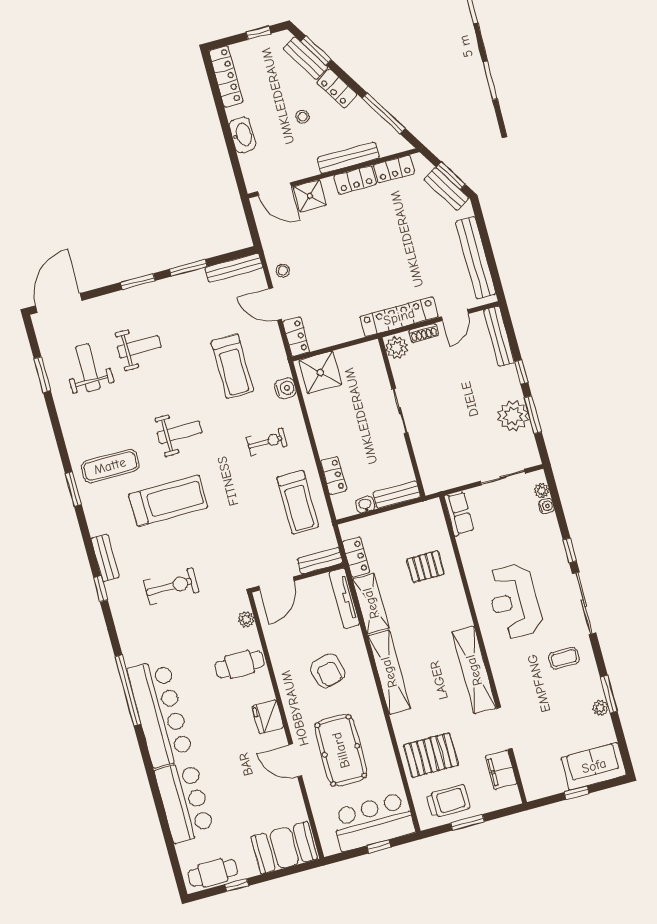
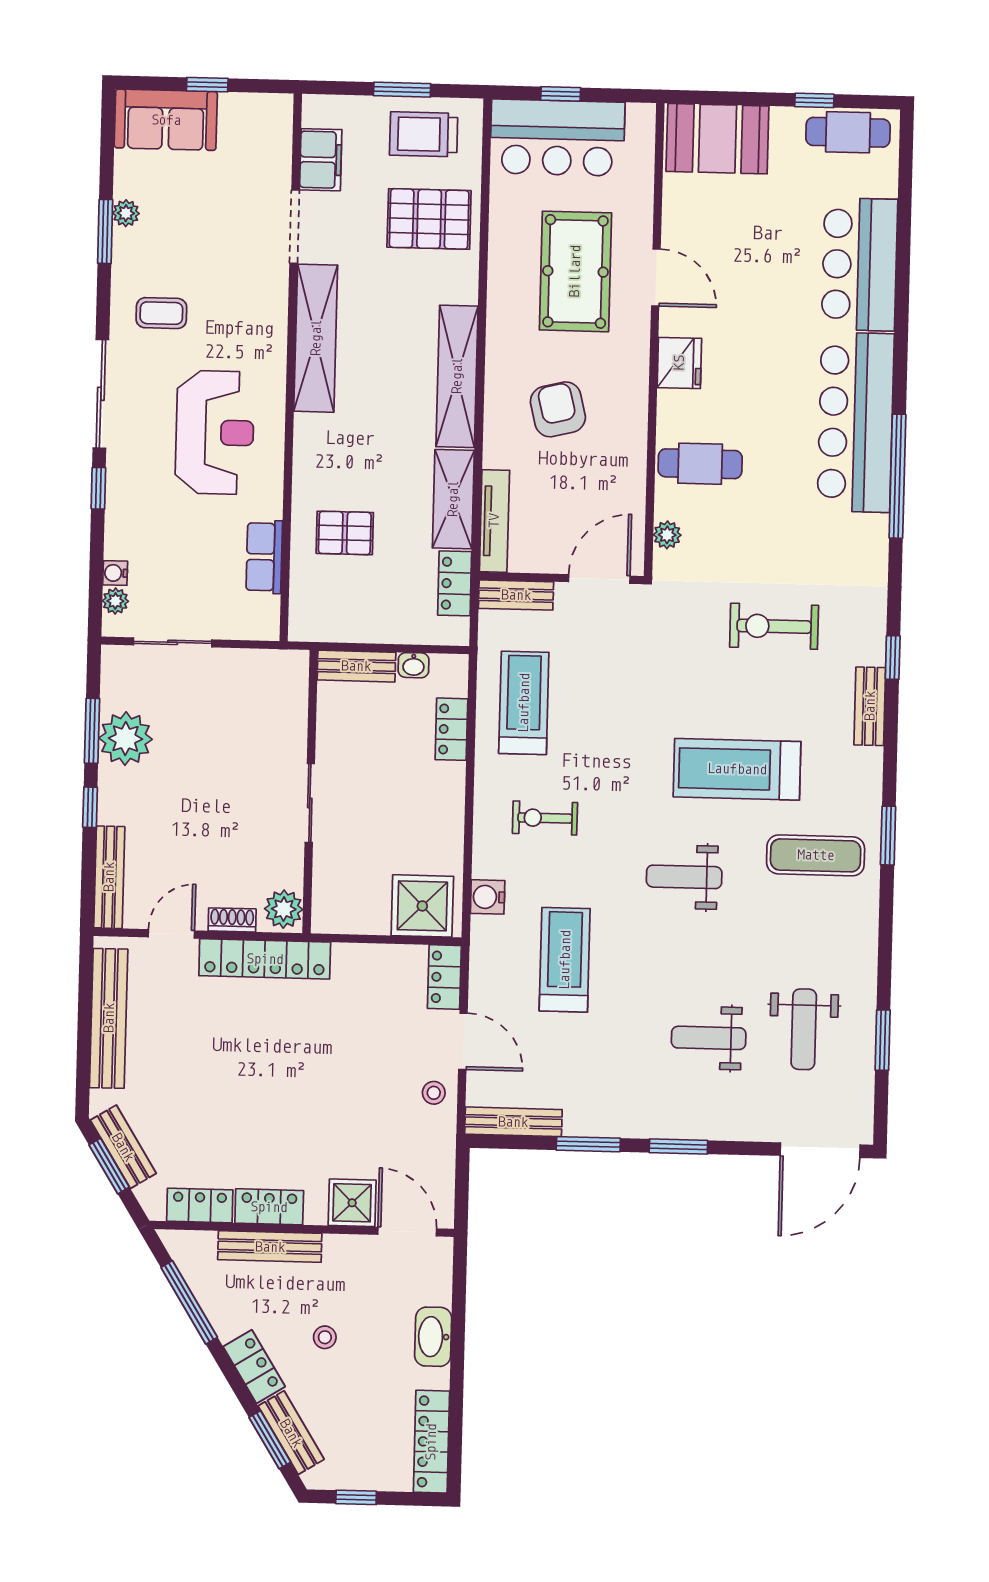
row of seats: (459, 513) -> (264, 557), moved

